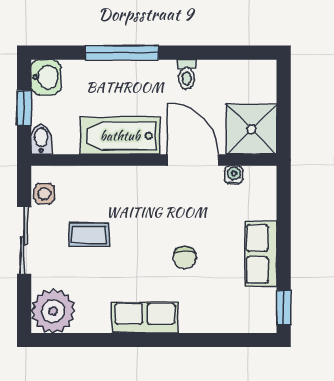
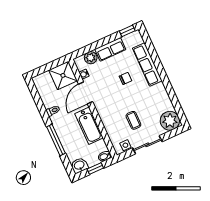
plant: (262, 205) -> (91, 58), added
row of seats: (145, 317) -> (147, 64), moved, width x1.48

